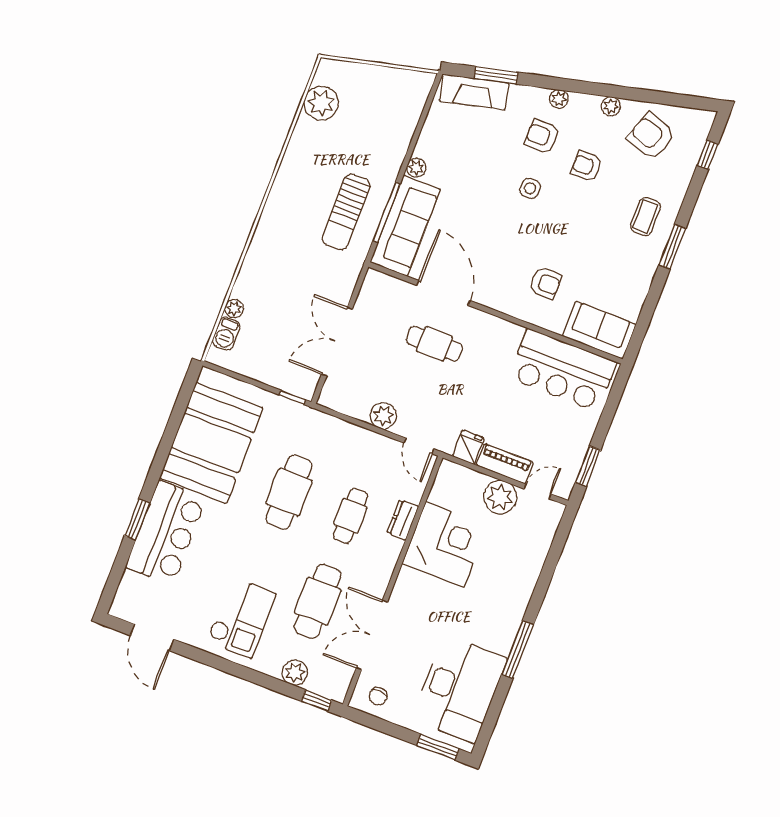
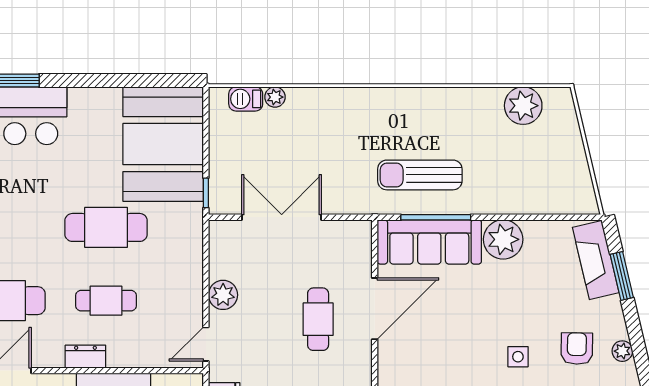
plant: (416, 168) -> (503, 239), width x1.88, depth x1.88
booth: (211, 443) -> (163, 144), moved, turned 90
dresser: (403, 520) -> (85, 357), moved

